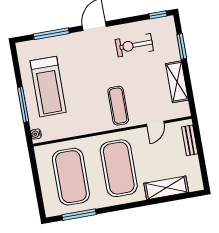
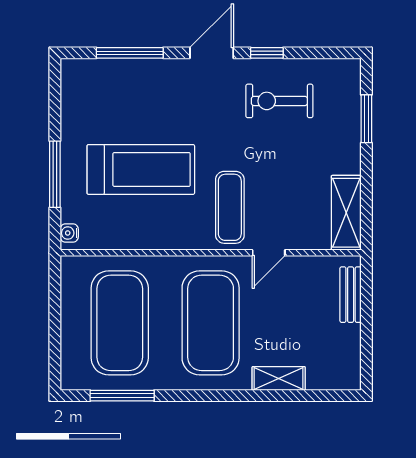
window: (158, 15) -> (267, 53), moved
shelving: (177, 82) -> (346, 213), moved
treadmill: (48, 87) -> (141, 169), moved, turned -90
door: (155, 124) -> (269, 253), moved
shelving: (166, 188) -> (279, 378), width x0.67, depth x0.75

